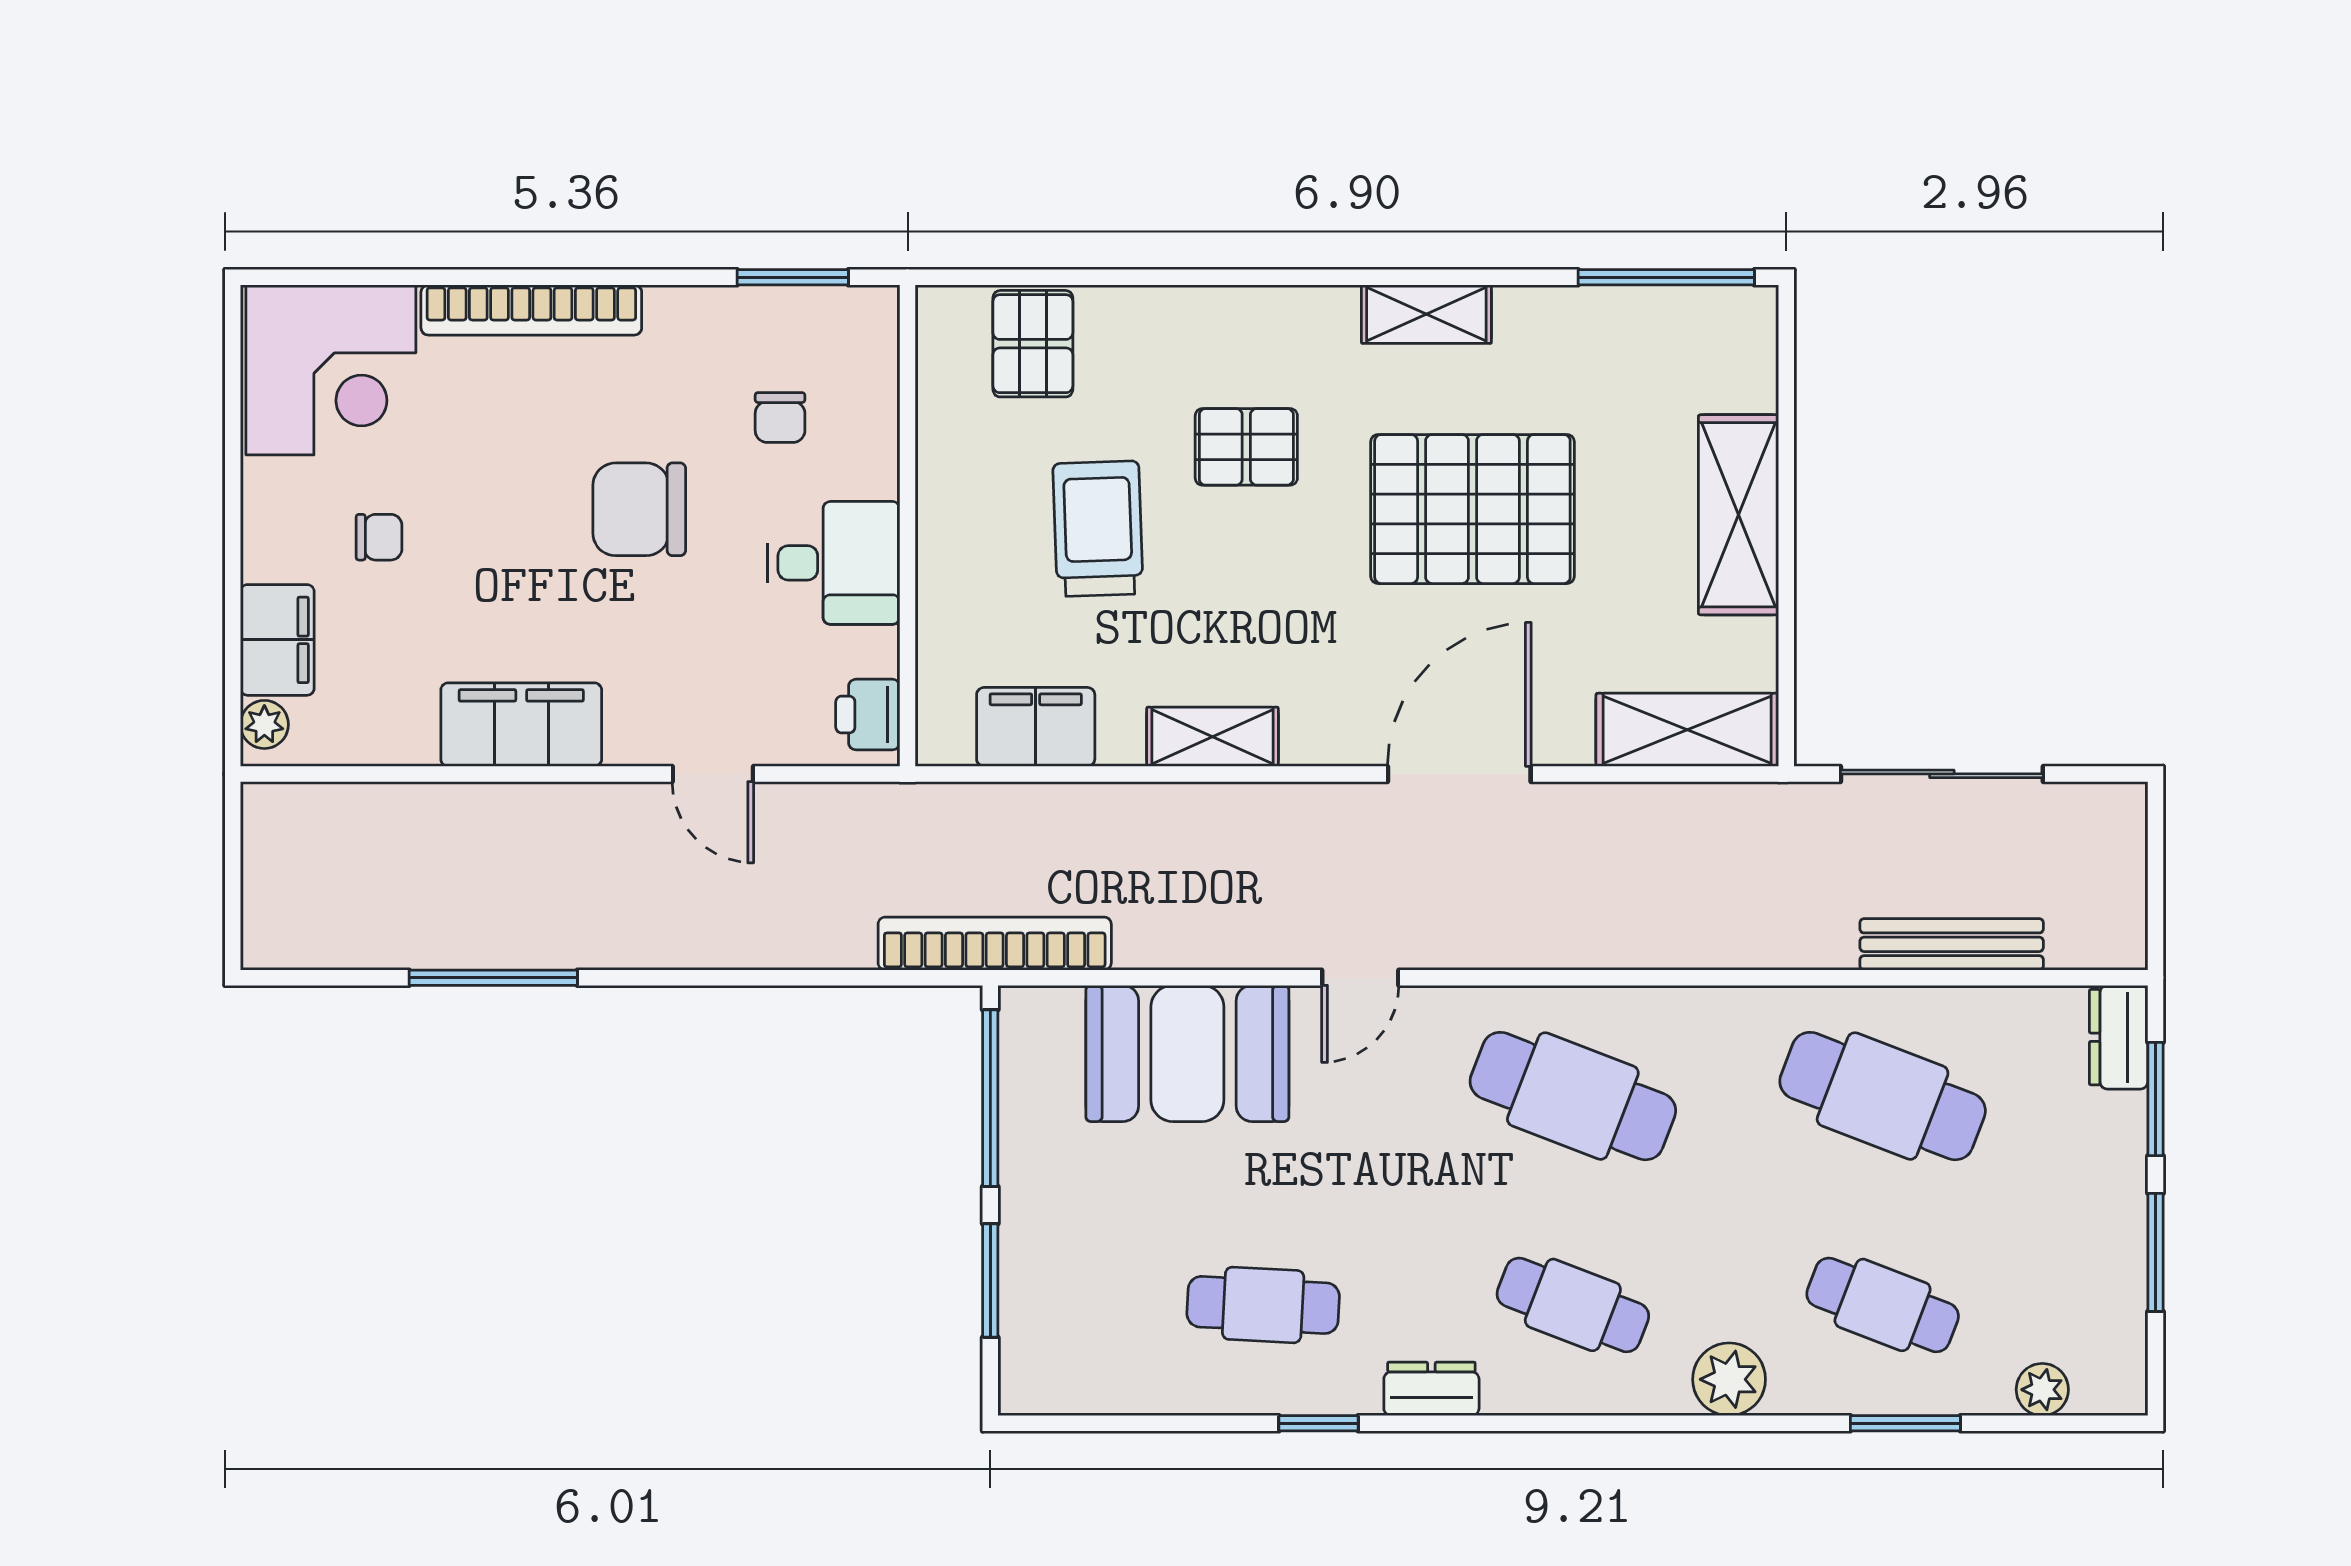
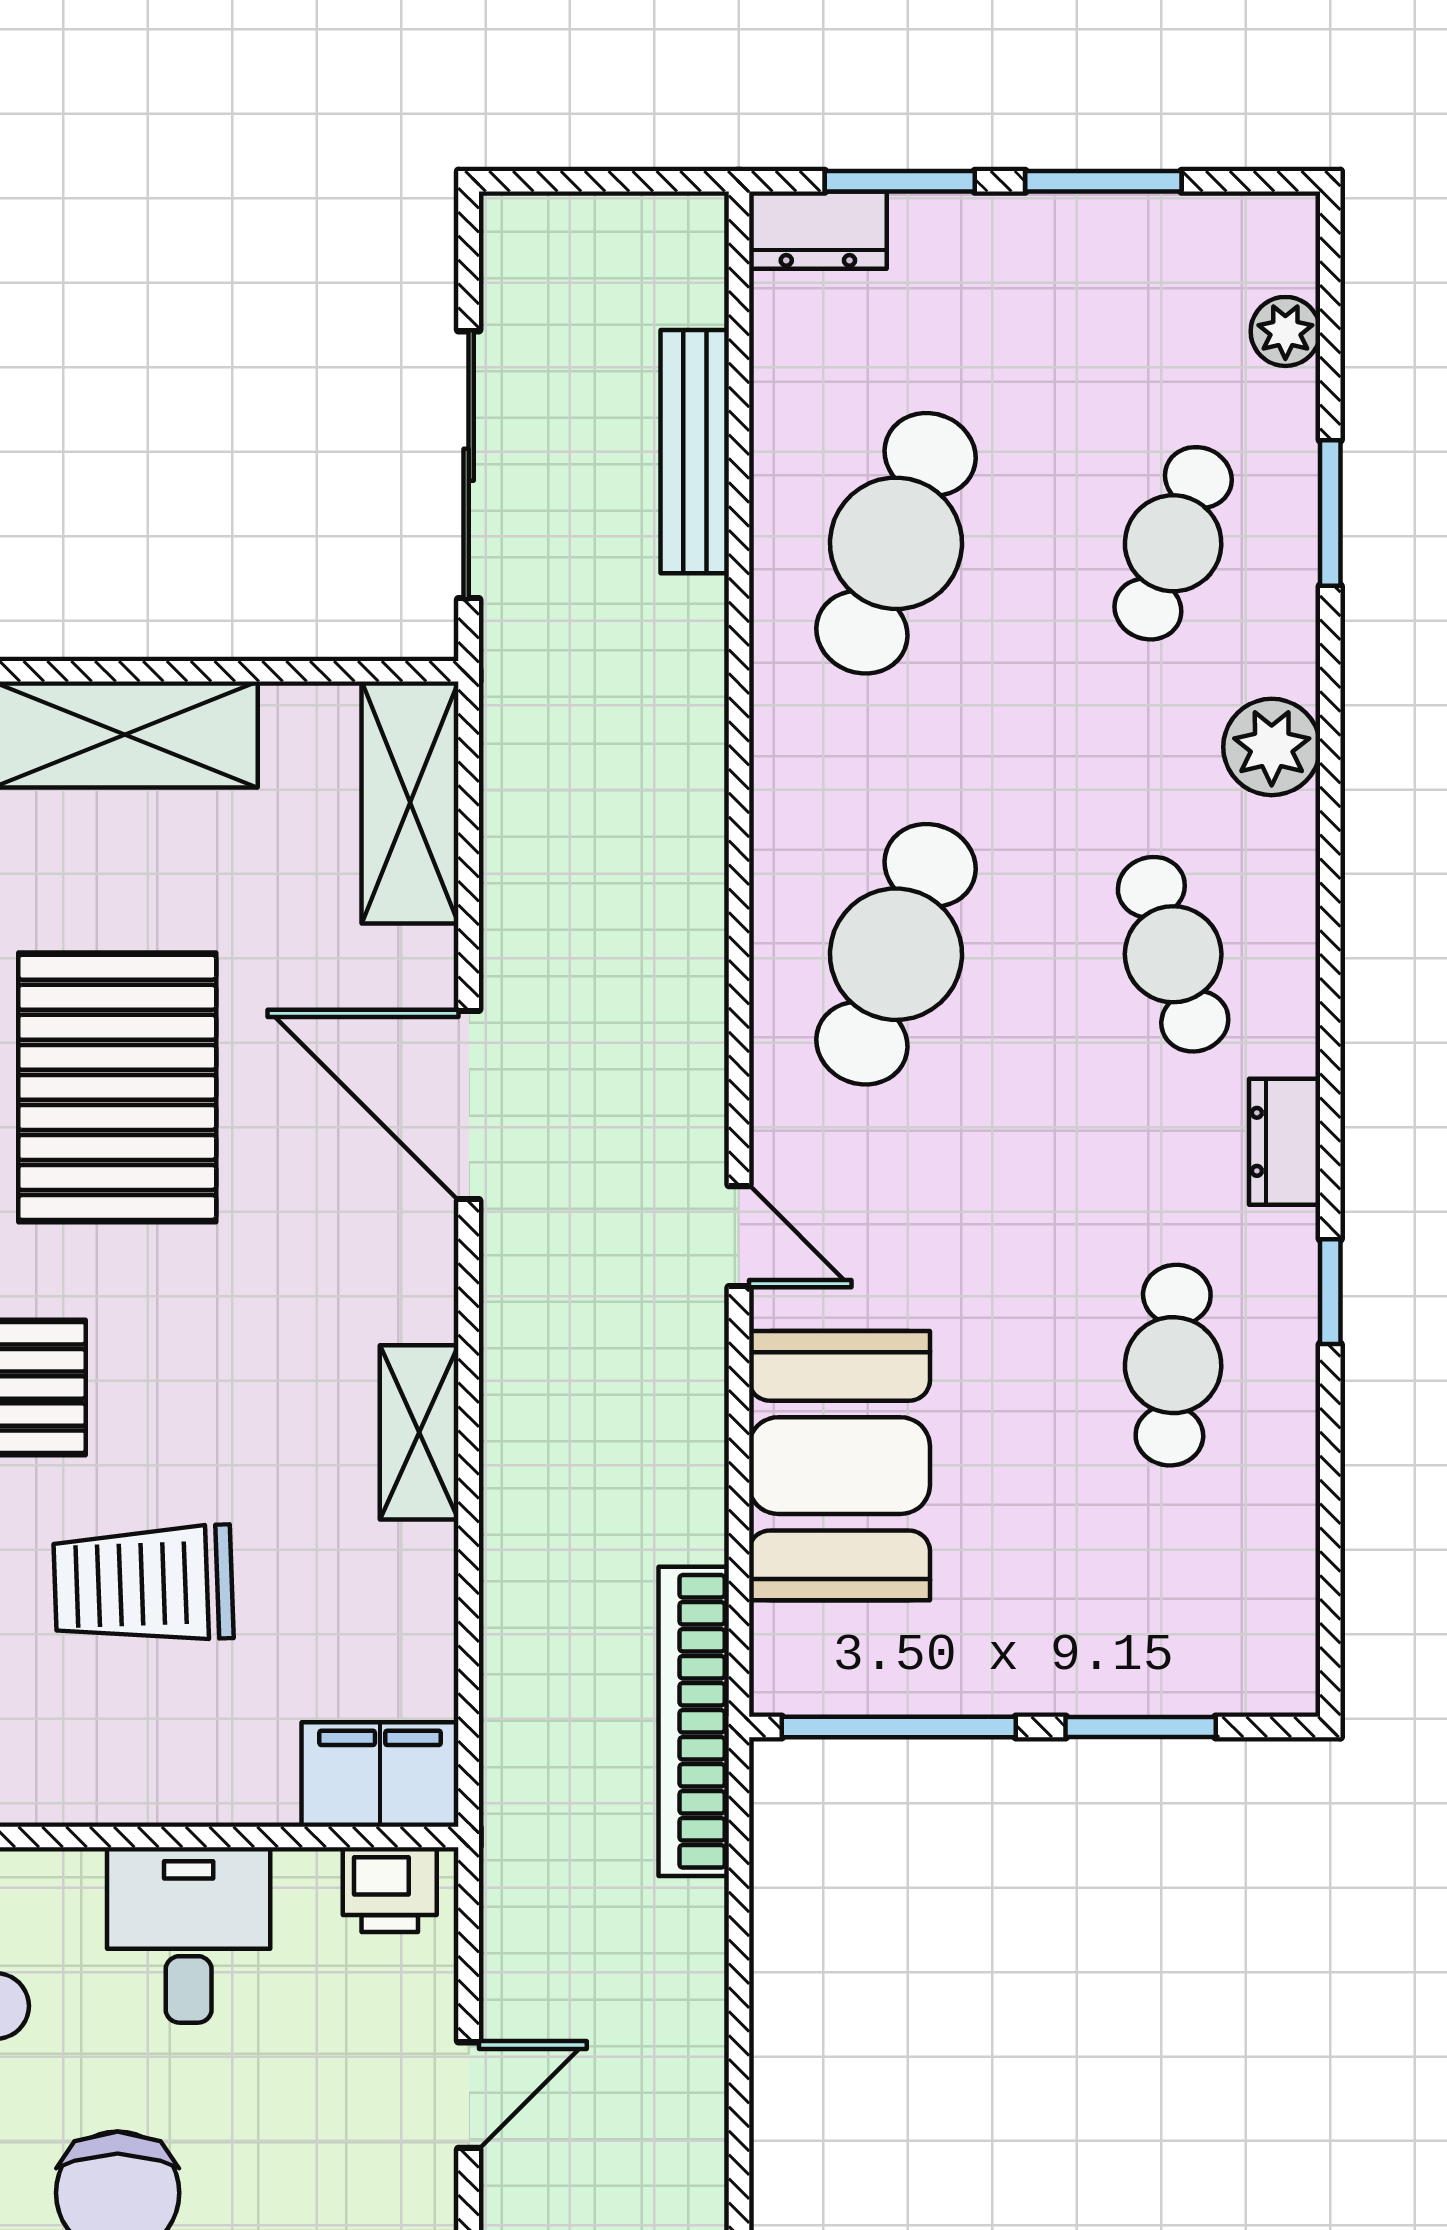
filing cabinet: (1036, 727) -> (380, 1774), moved, turned 90
cafe table: (1573, 1305) -> (1173, 954), turned -39

